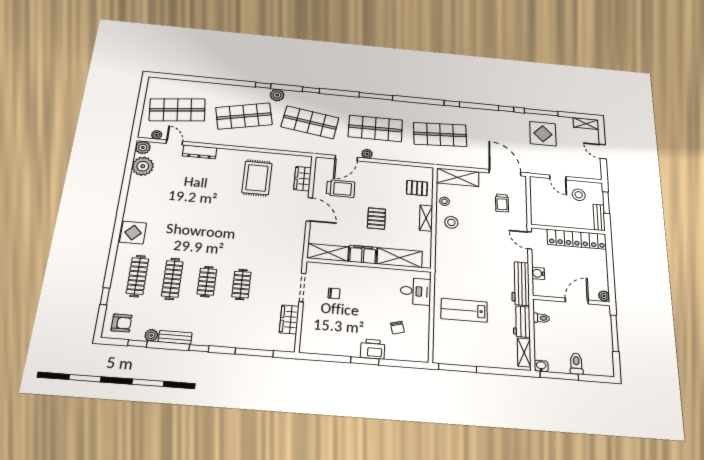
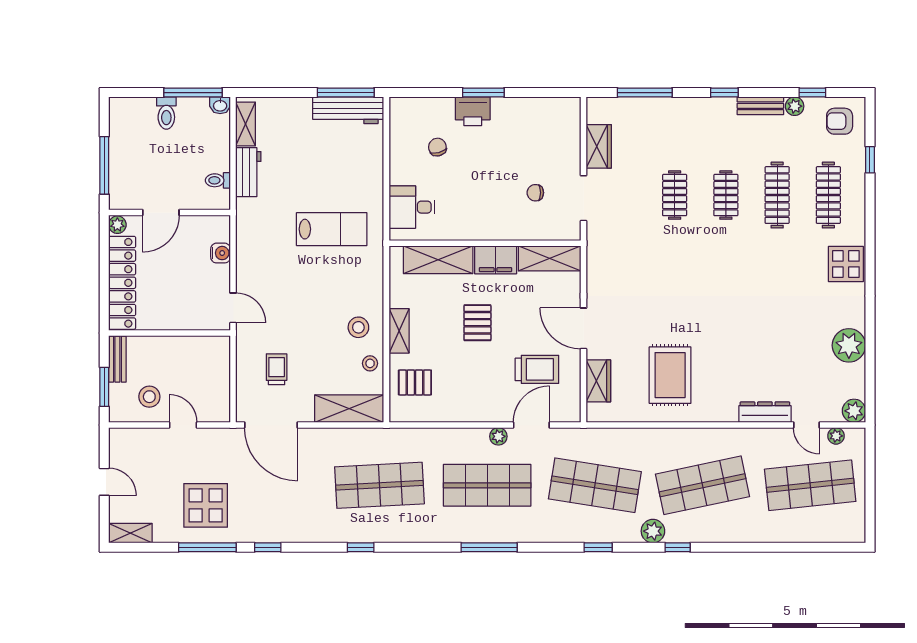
plant: (143, 166) -> (849, 345), moved
trolley: (341, 189) -> (537, 369), turned 180
locker: (577, 239) -> (122, 283), moved, turned 90
workbench: (520, 283) -> (348, 110), moved, turned 90
lab bench: (464, 310) -> (332, 229), moved

